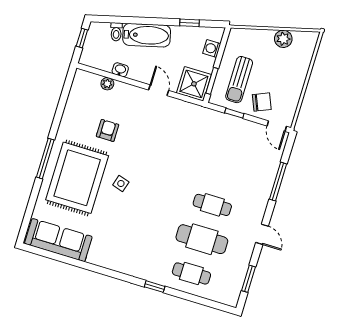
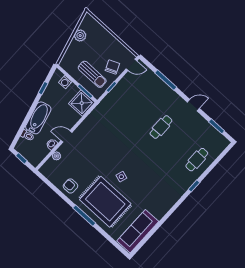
door: (159, 90) -> (66, 136), moved
armchair: (108, 130) -> (70, 186), moved
cafe table: (202, 239) -> (179, 143), removed

